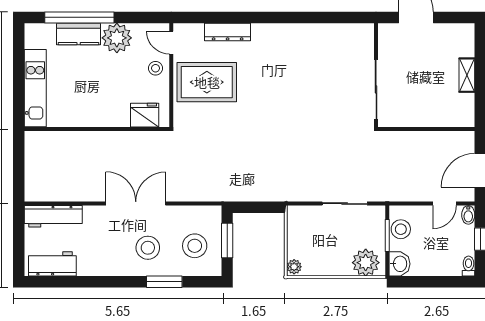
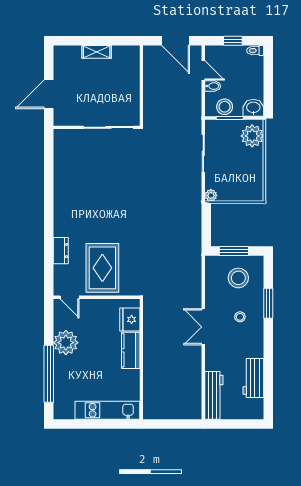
dresser: (228, 32) -> (61, 251), width x0.70
kitchen counter: (79, 34) -> (131, 350), moved, turned 180
door: (171, 43) -> (70, 297), hinge flipped
stool: (156, 68) -> (91, 310), removed
double door: (136, 204) -> (203, 327), width x0.73
bidet: (468, 215) -> (213, 86), moved
stool: (148, 248) -> (240, 317), width x0.53, depth x0.53
workbench: (52, 264) -> (253, 378), moved
plant: (294, 267) -> (211, 195), moved

